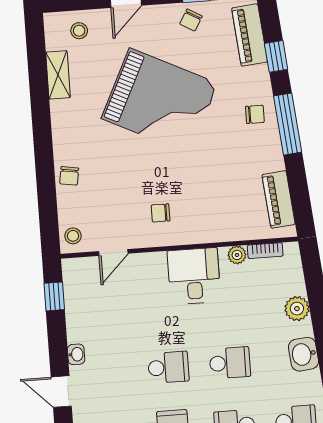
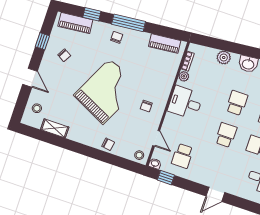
chair: (191, 20) -> (64, 55), moved
grand piano: (160, 101) -> (107, 91), moved
school desk: (102, 309) -> (182, 156), added
washbasin: (76, 354) -> (155, 164), moved

